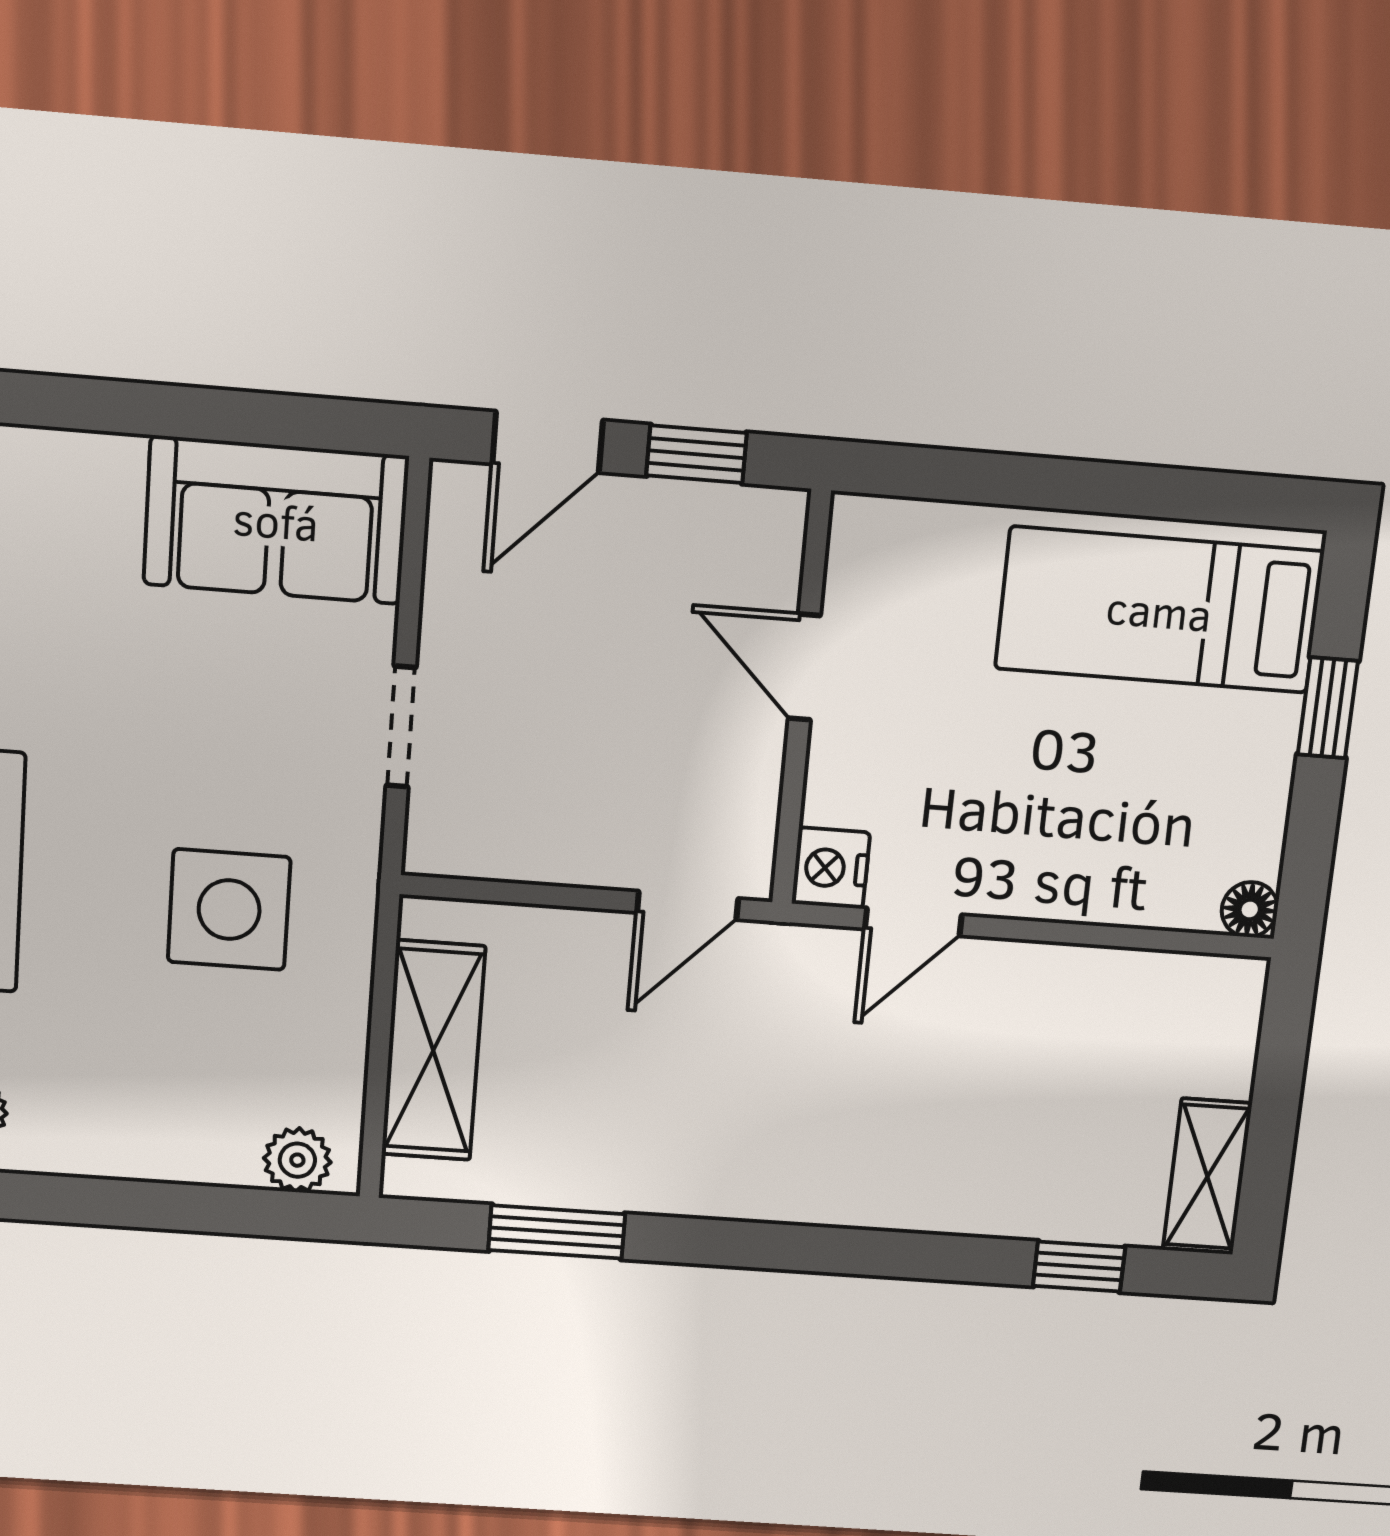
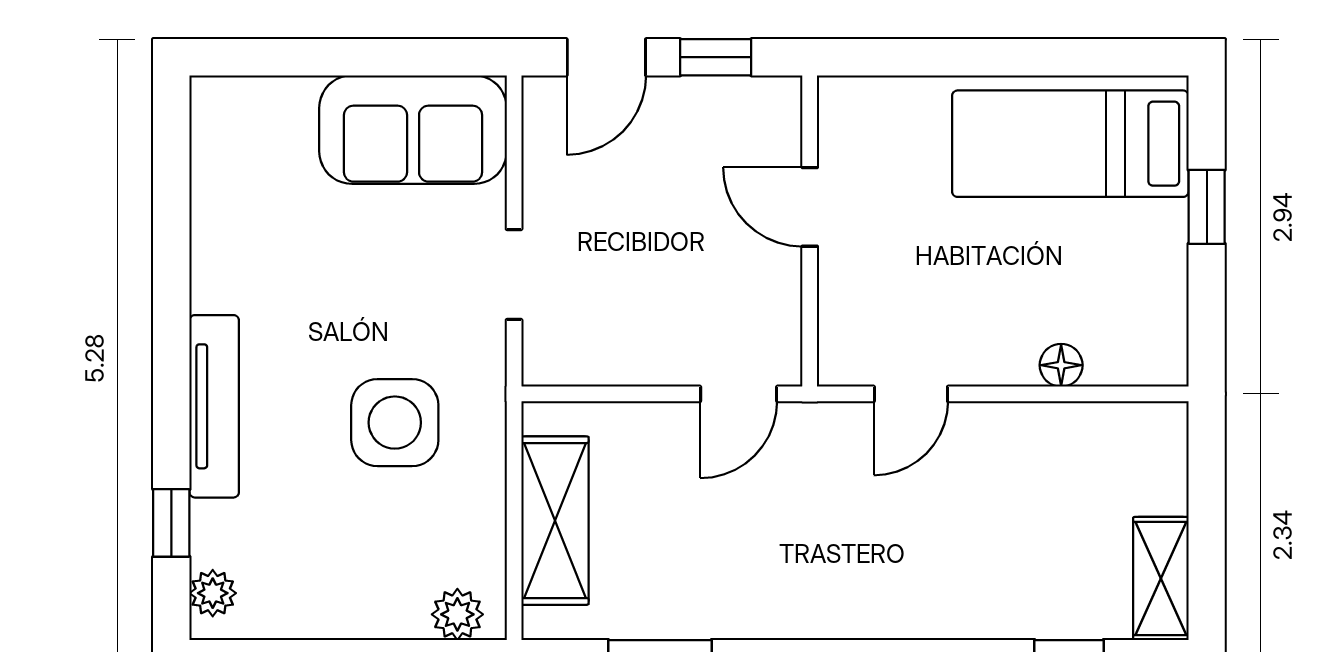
nightstand: (831, 868) -> (844, 357), removed
floor lamp: (1250, 909) -> (1061, 365), moved

